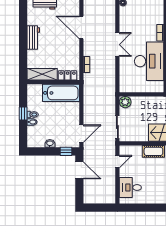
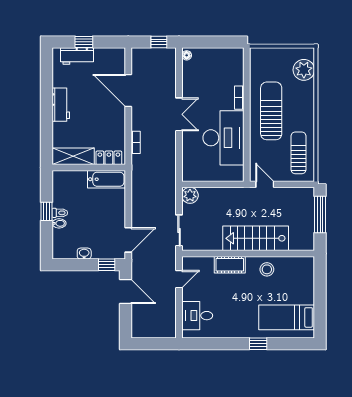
bathtub: (61, 93) -> (106, 179), width x0.73, depth x0.73

